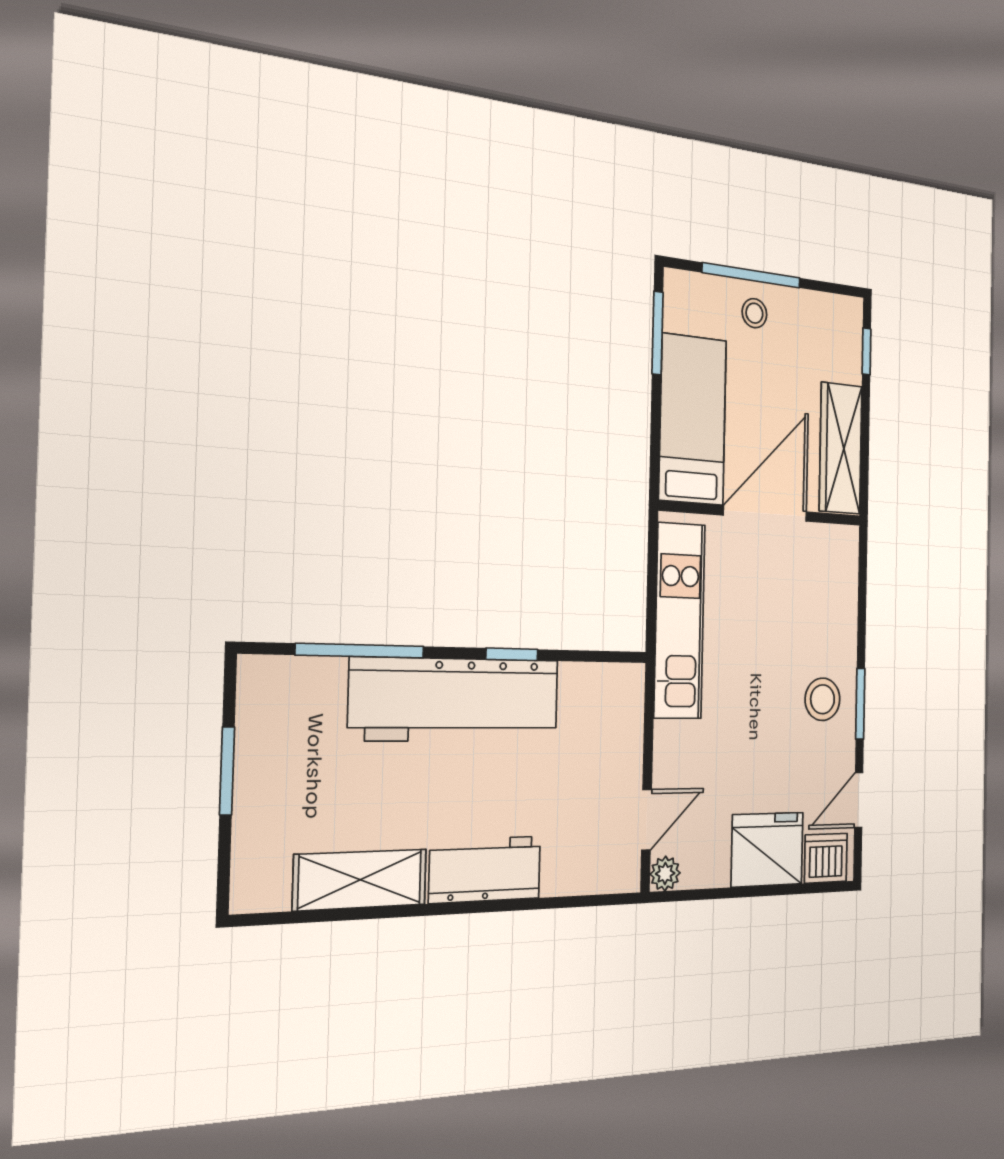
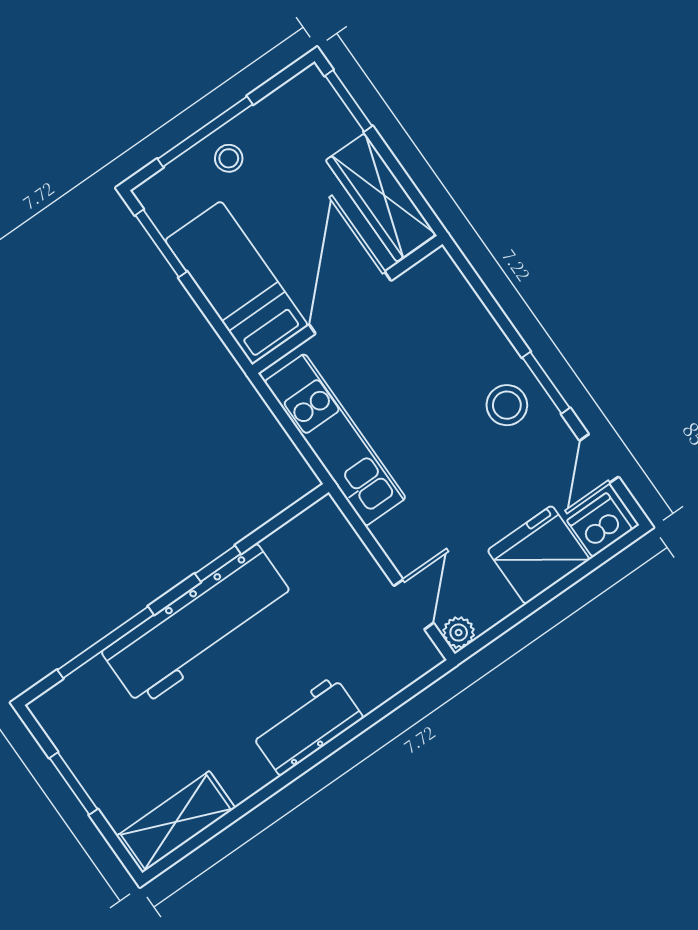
window: (866, 351) -> (349, 101), width x1.50
shelving: (360, 880) -> (176, 822), moved

